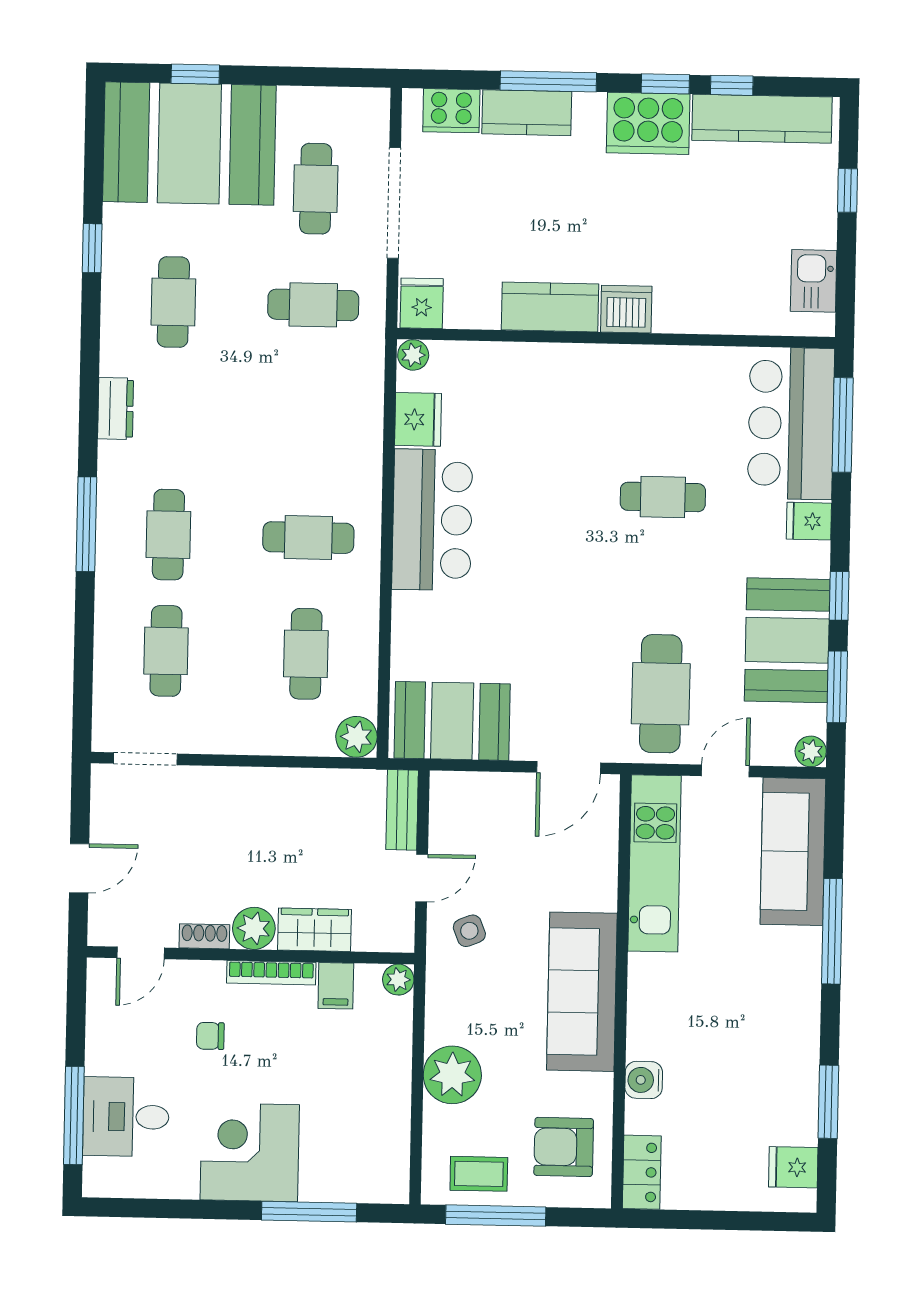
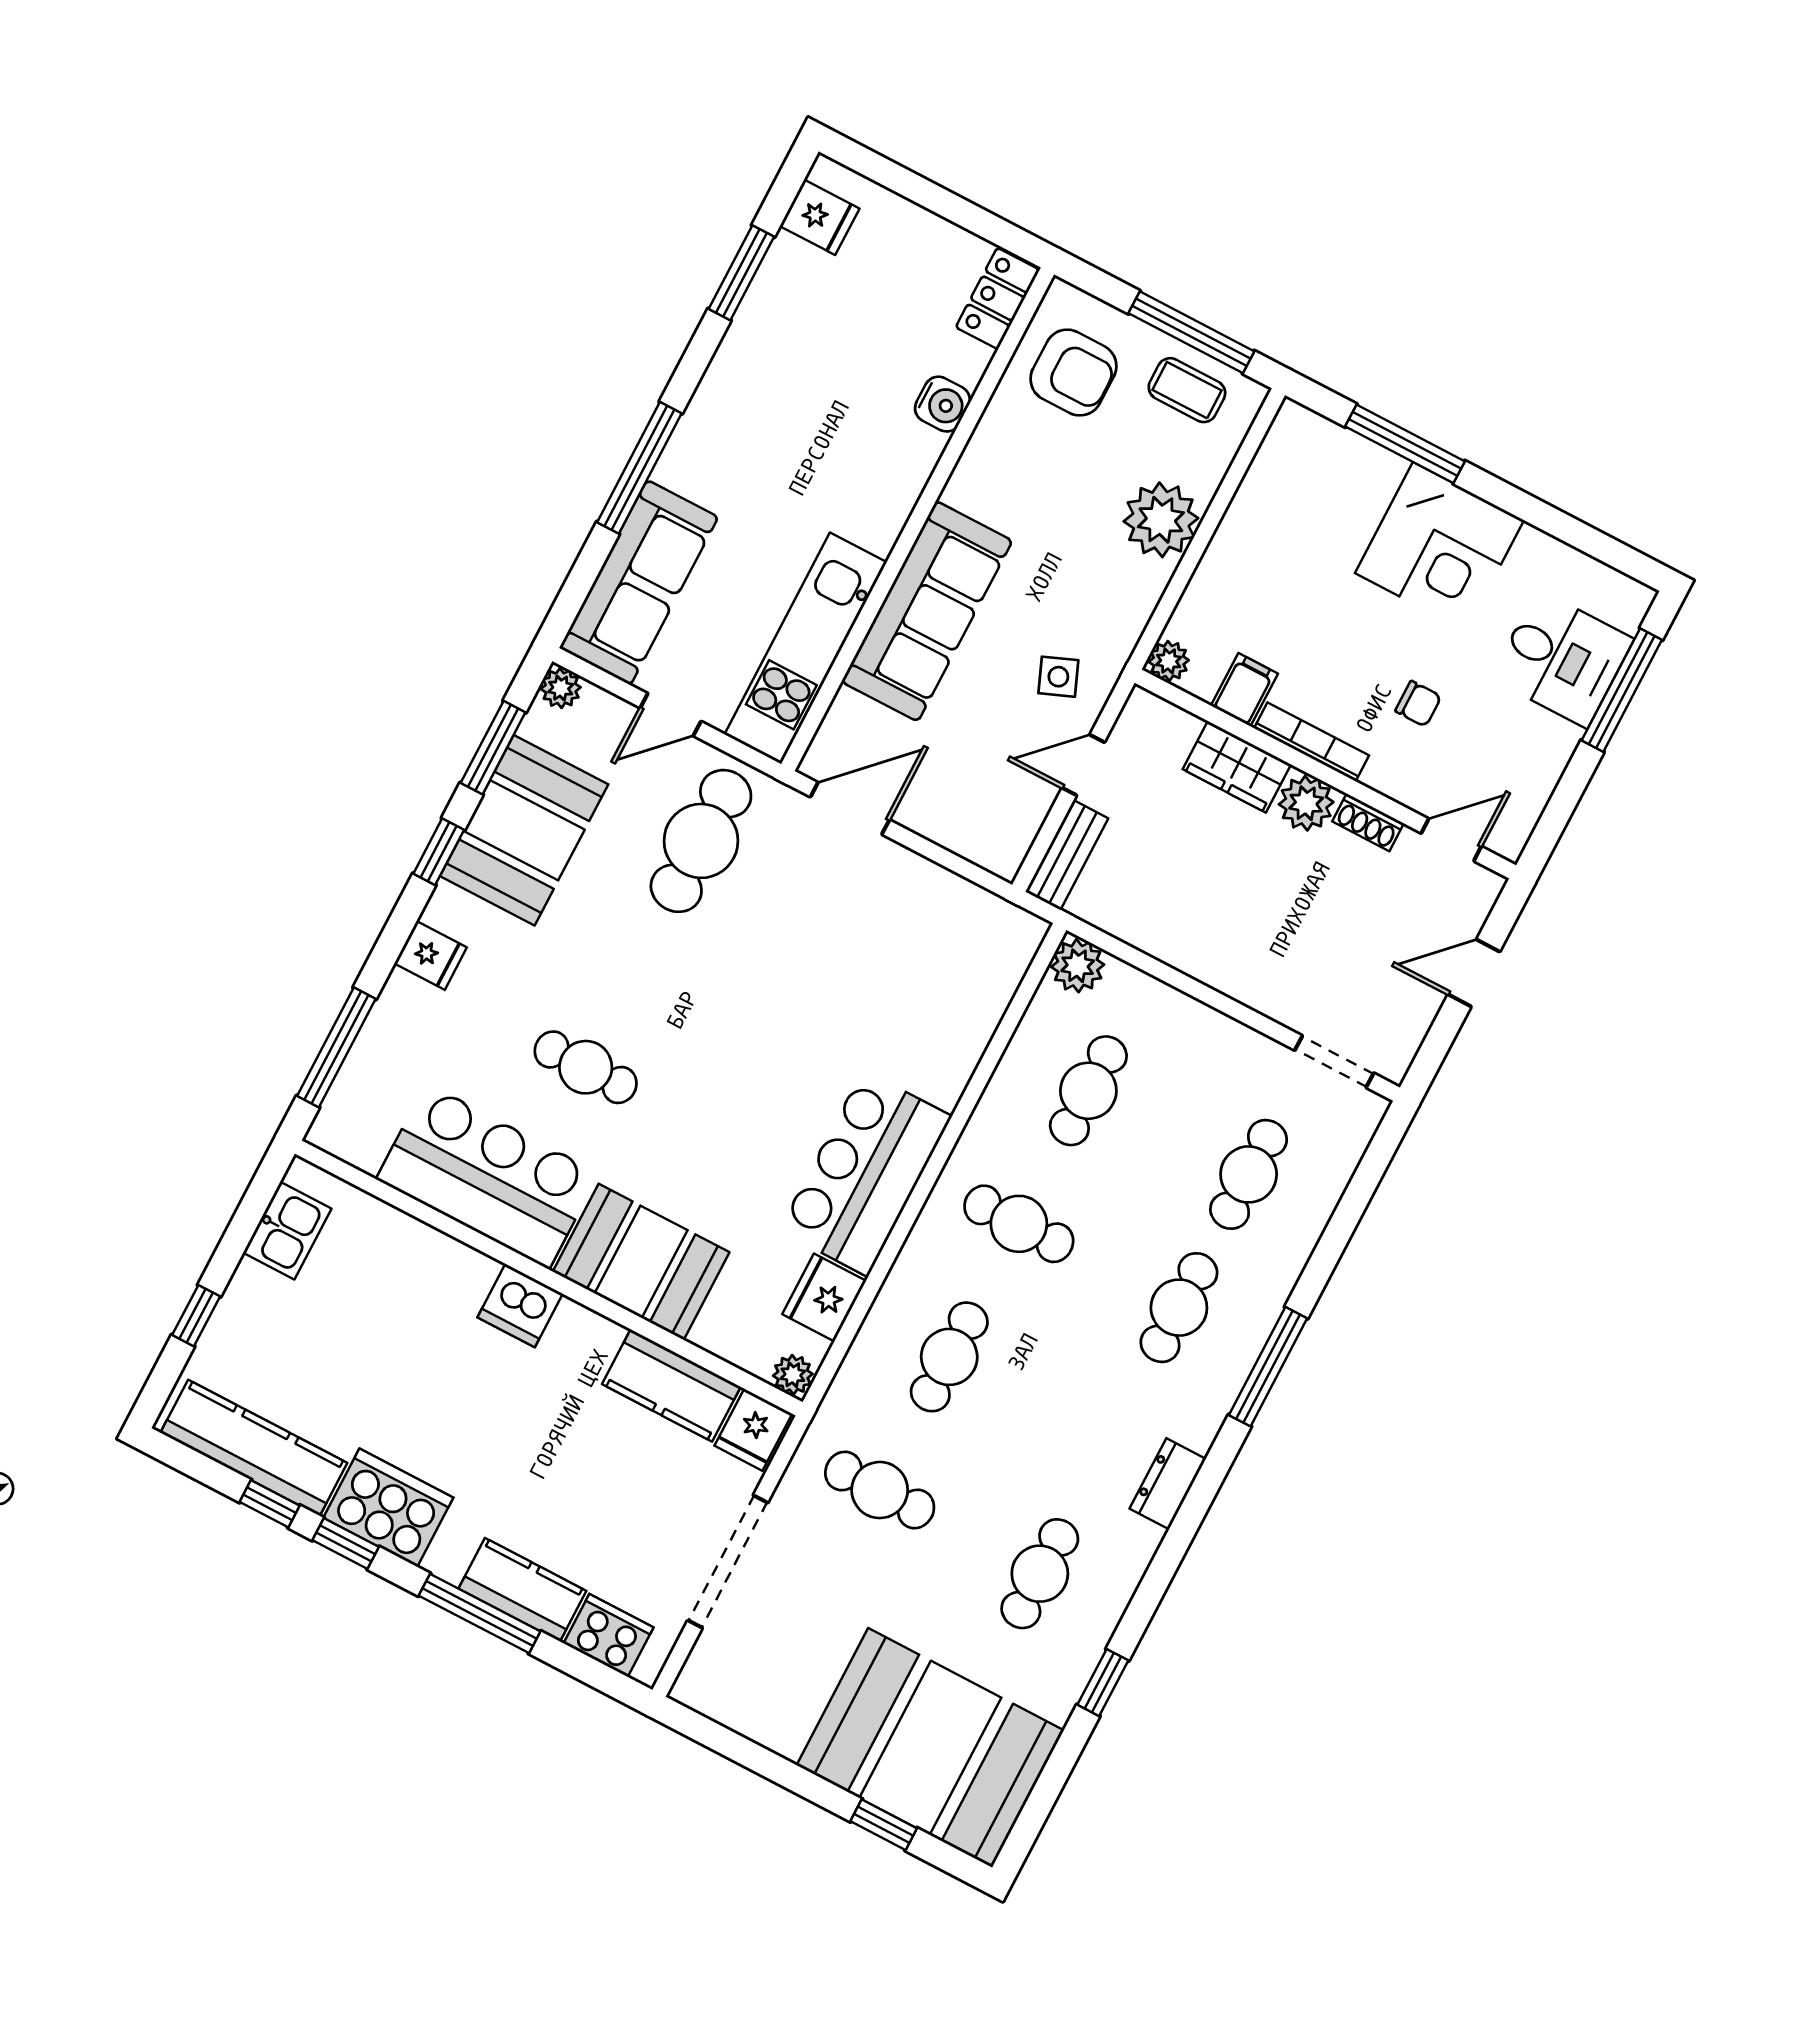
cafe table: (316, 189) -> (949, 1357), moved
kitchen counter: (550, 307) -> (671, 1385), moved
bar counter: (791, 423) -> (488, 1176), moved, turned -90
booth: (452, 721) -> (641, 1262), moved
sofa: (582, 992) -> (927, 611), moved

